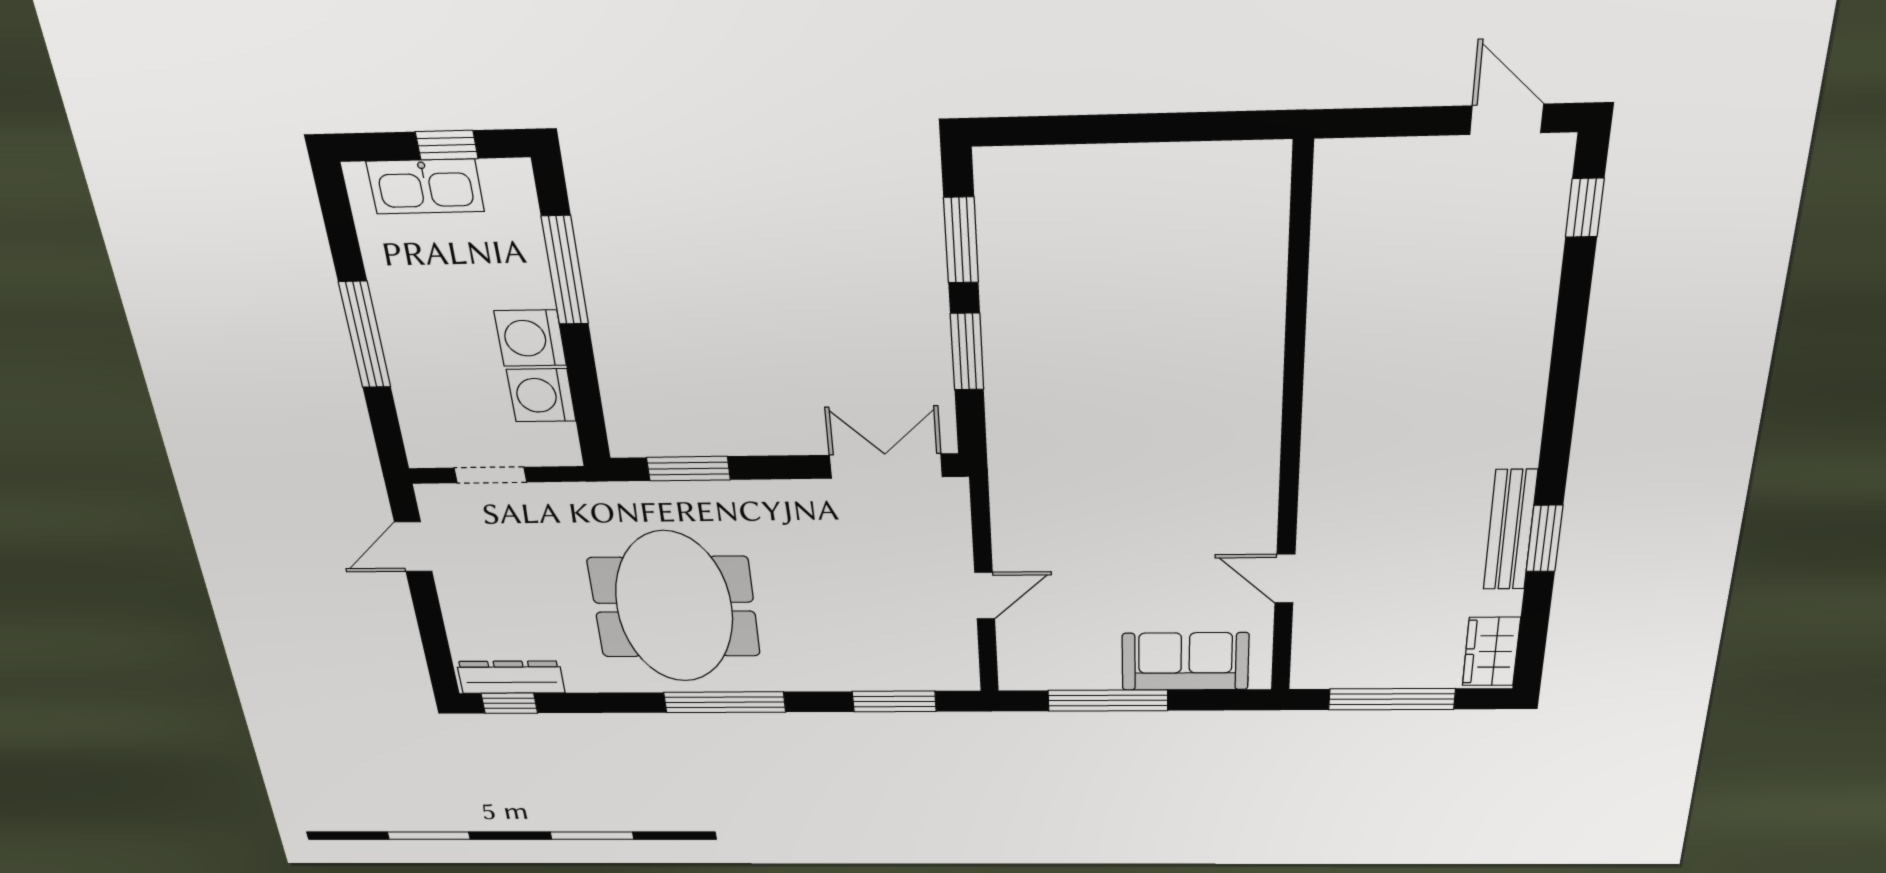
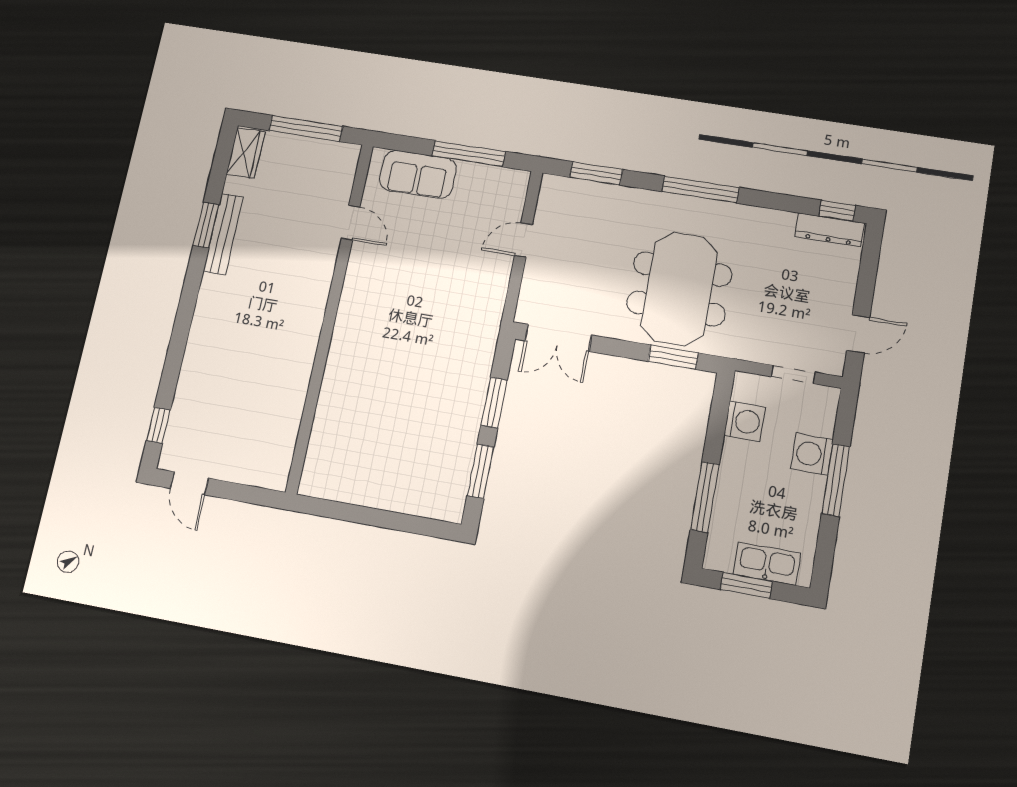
window: (447, 145) -> (746, 585), width x1.50
washing machine: (530, 338) -> (812, 454), moved, turned 180
meeting table: (674, 607) -> (679, 289), moved

